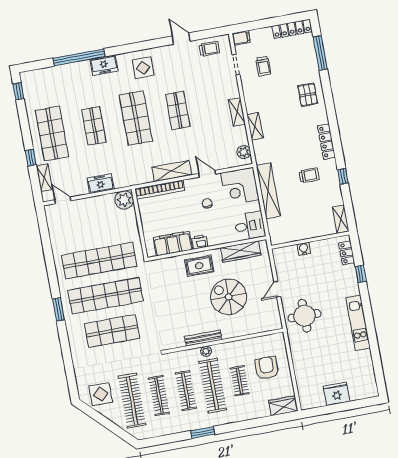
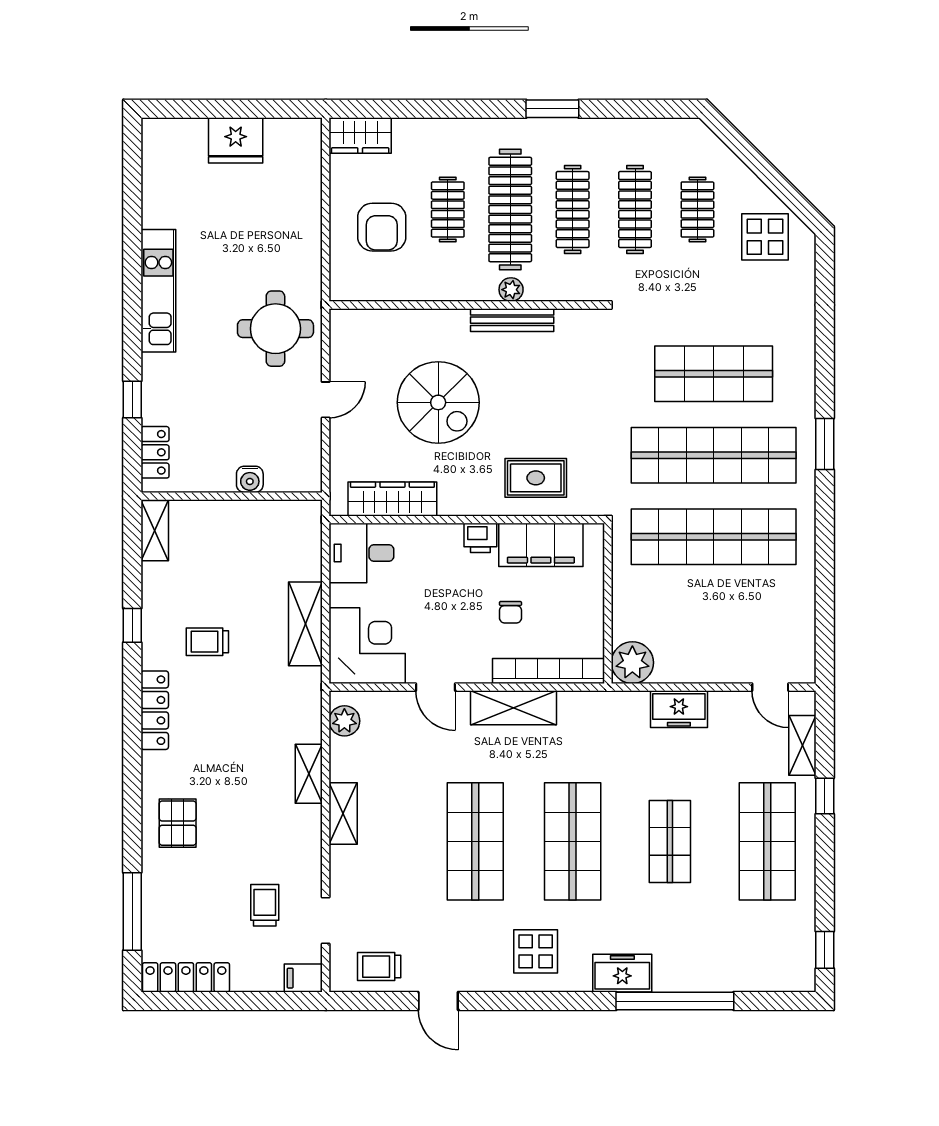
shop shelf: (178, 110) -> (475, 841), width x1.43, depth x1.36
shelving: (268, 191) -> (305, 624), width x0.68
chair: (207, 203) -> (510, 612), moved
rug: (199, 266) -> (536, 478), moved
clothes rail: (132, 401) -> (697, 210), width x0.54, depth x0.76

